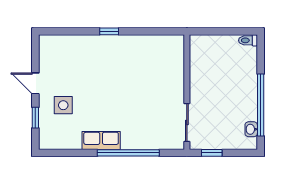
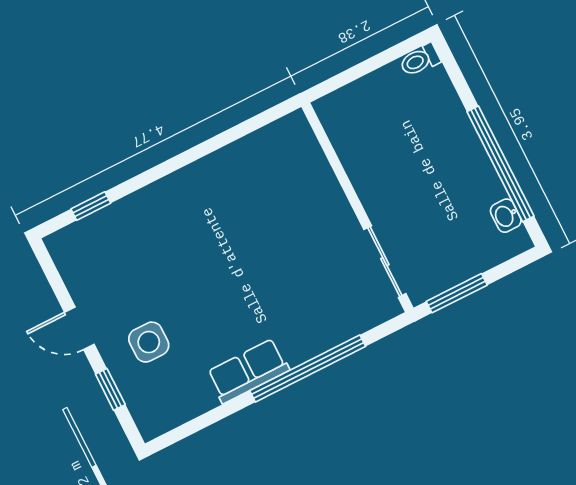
window: (109, 31) -> (91, 206), moved
window: (212, 153) -> (457, 293), width x1.50

